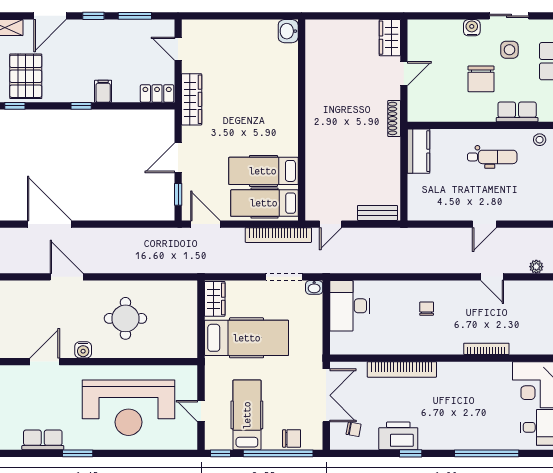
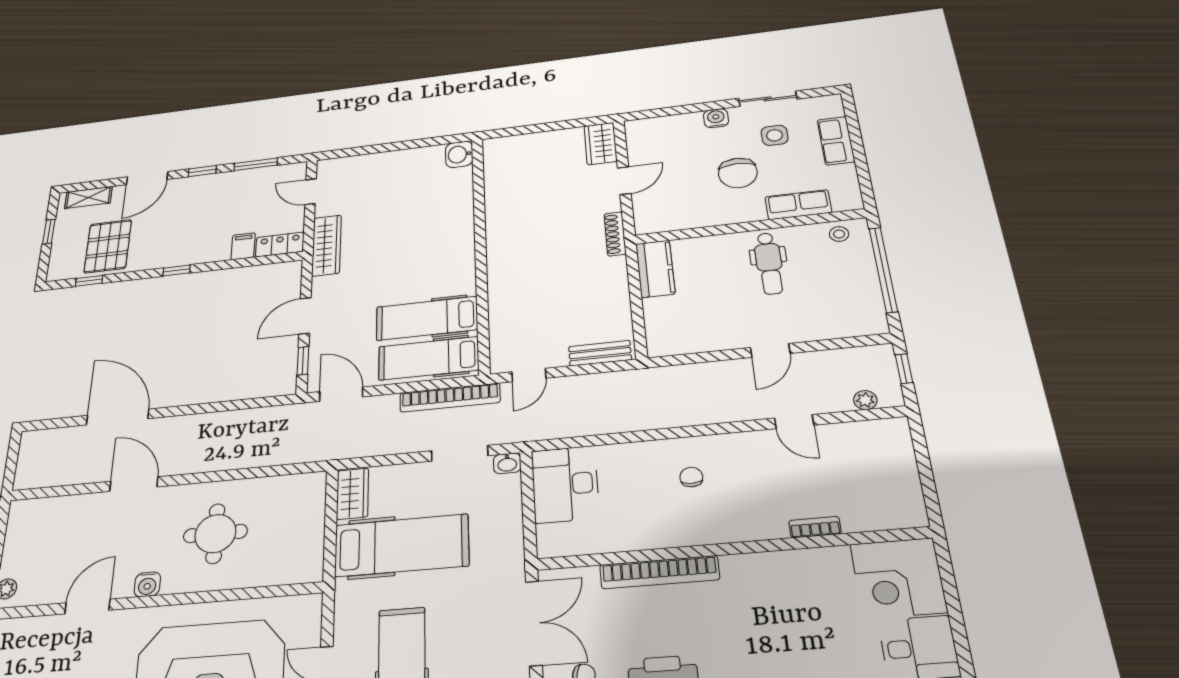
filing cabinet: (103, 91) -> (243, 246), moved
dental chair: (492, 157) -> (769, 263), turned 90
bookcase: (486, 349) -> (815, 527), width x0.64

